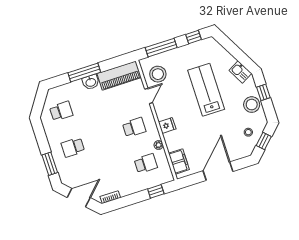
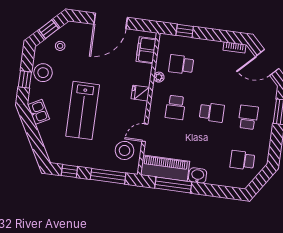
window: (84, 73) -> (173, 185), moved
school desk: (134, 127) -> (175, 107), turned -90
school desk: (103, 137) -> (212, 112), added
school desk: (73, 147) -> (248, 117), turned -90

